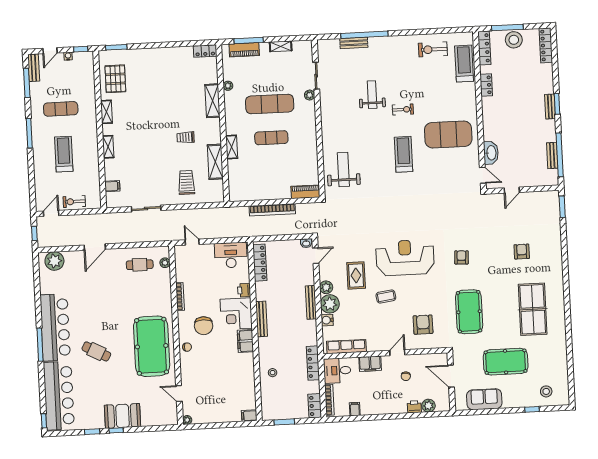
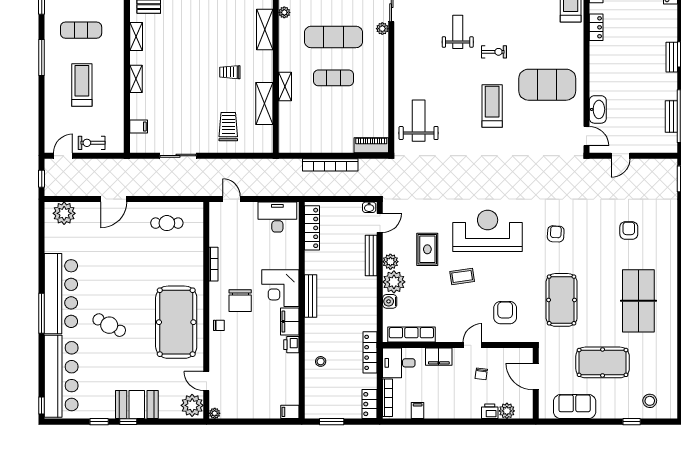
plant: (165, 263) -> (192, 405), moved, width x1.88, depth x1.88
printer: (244, 290) -> (291, 345), moved
bench: (311, 302) -> (371, 255), moved

